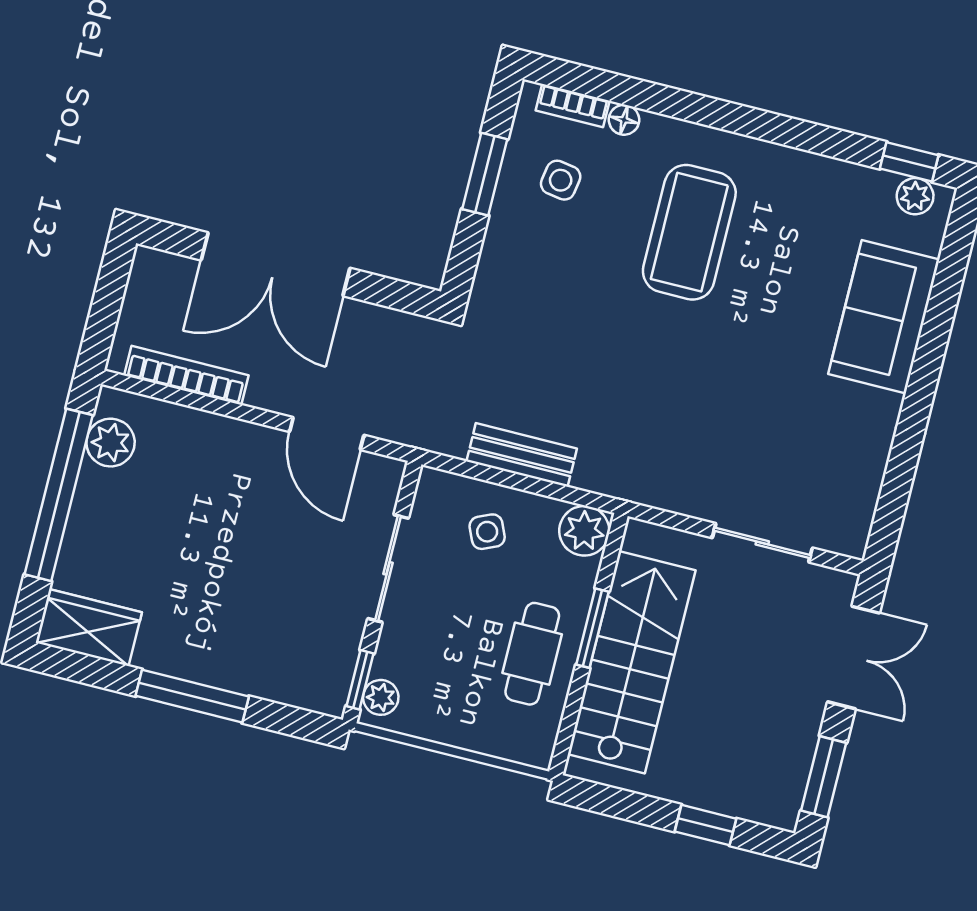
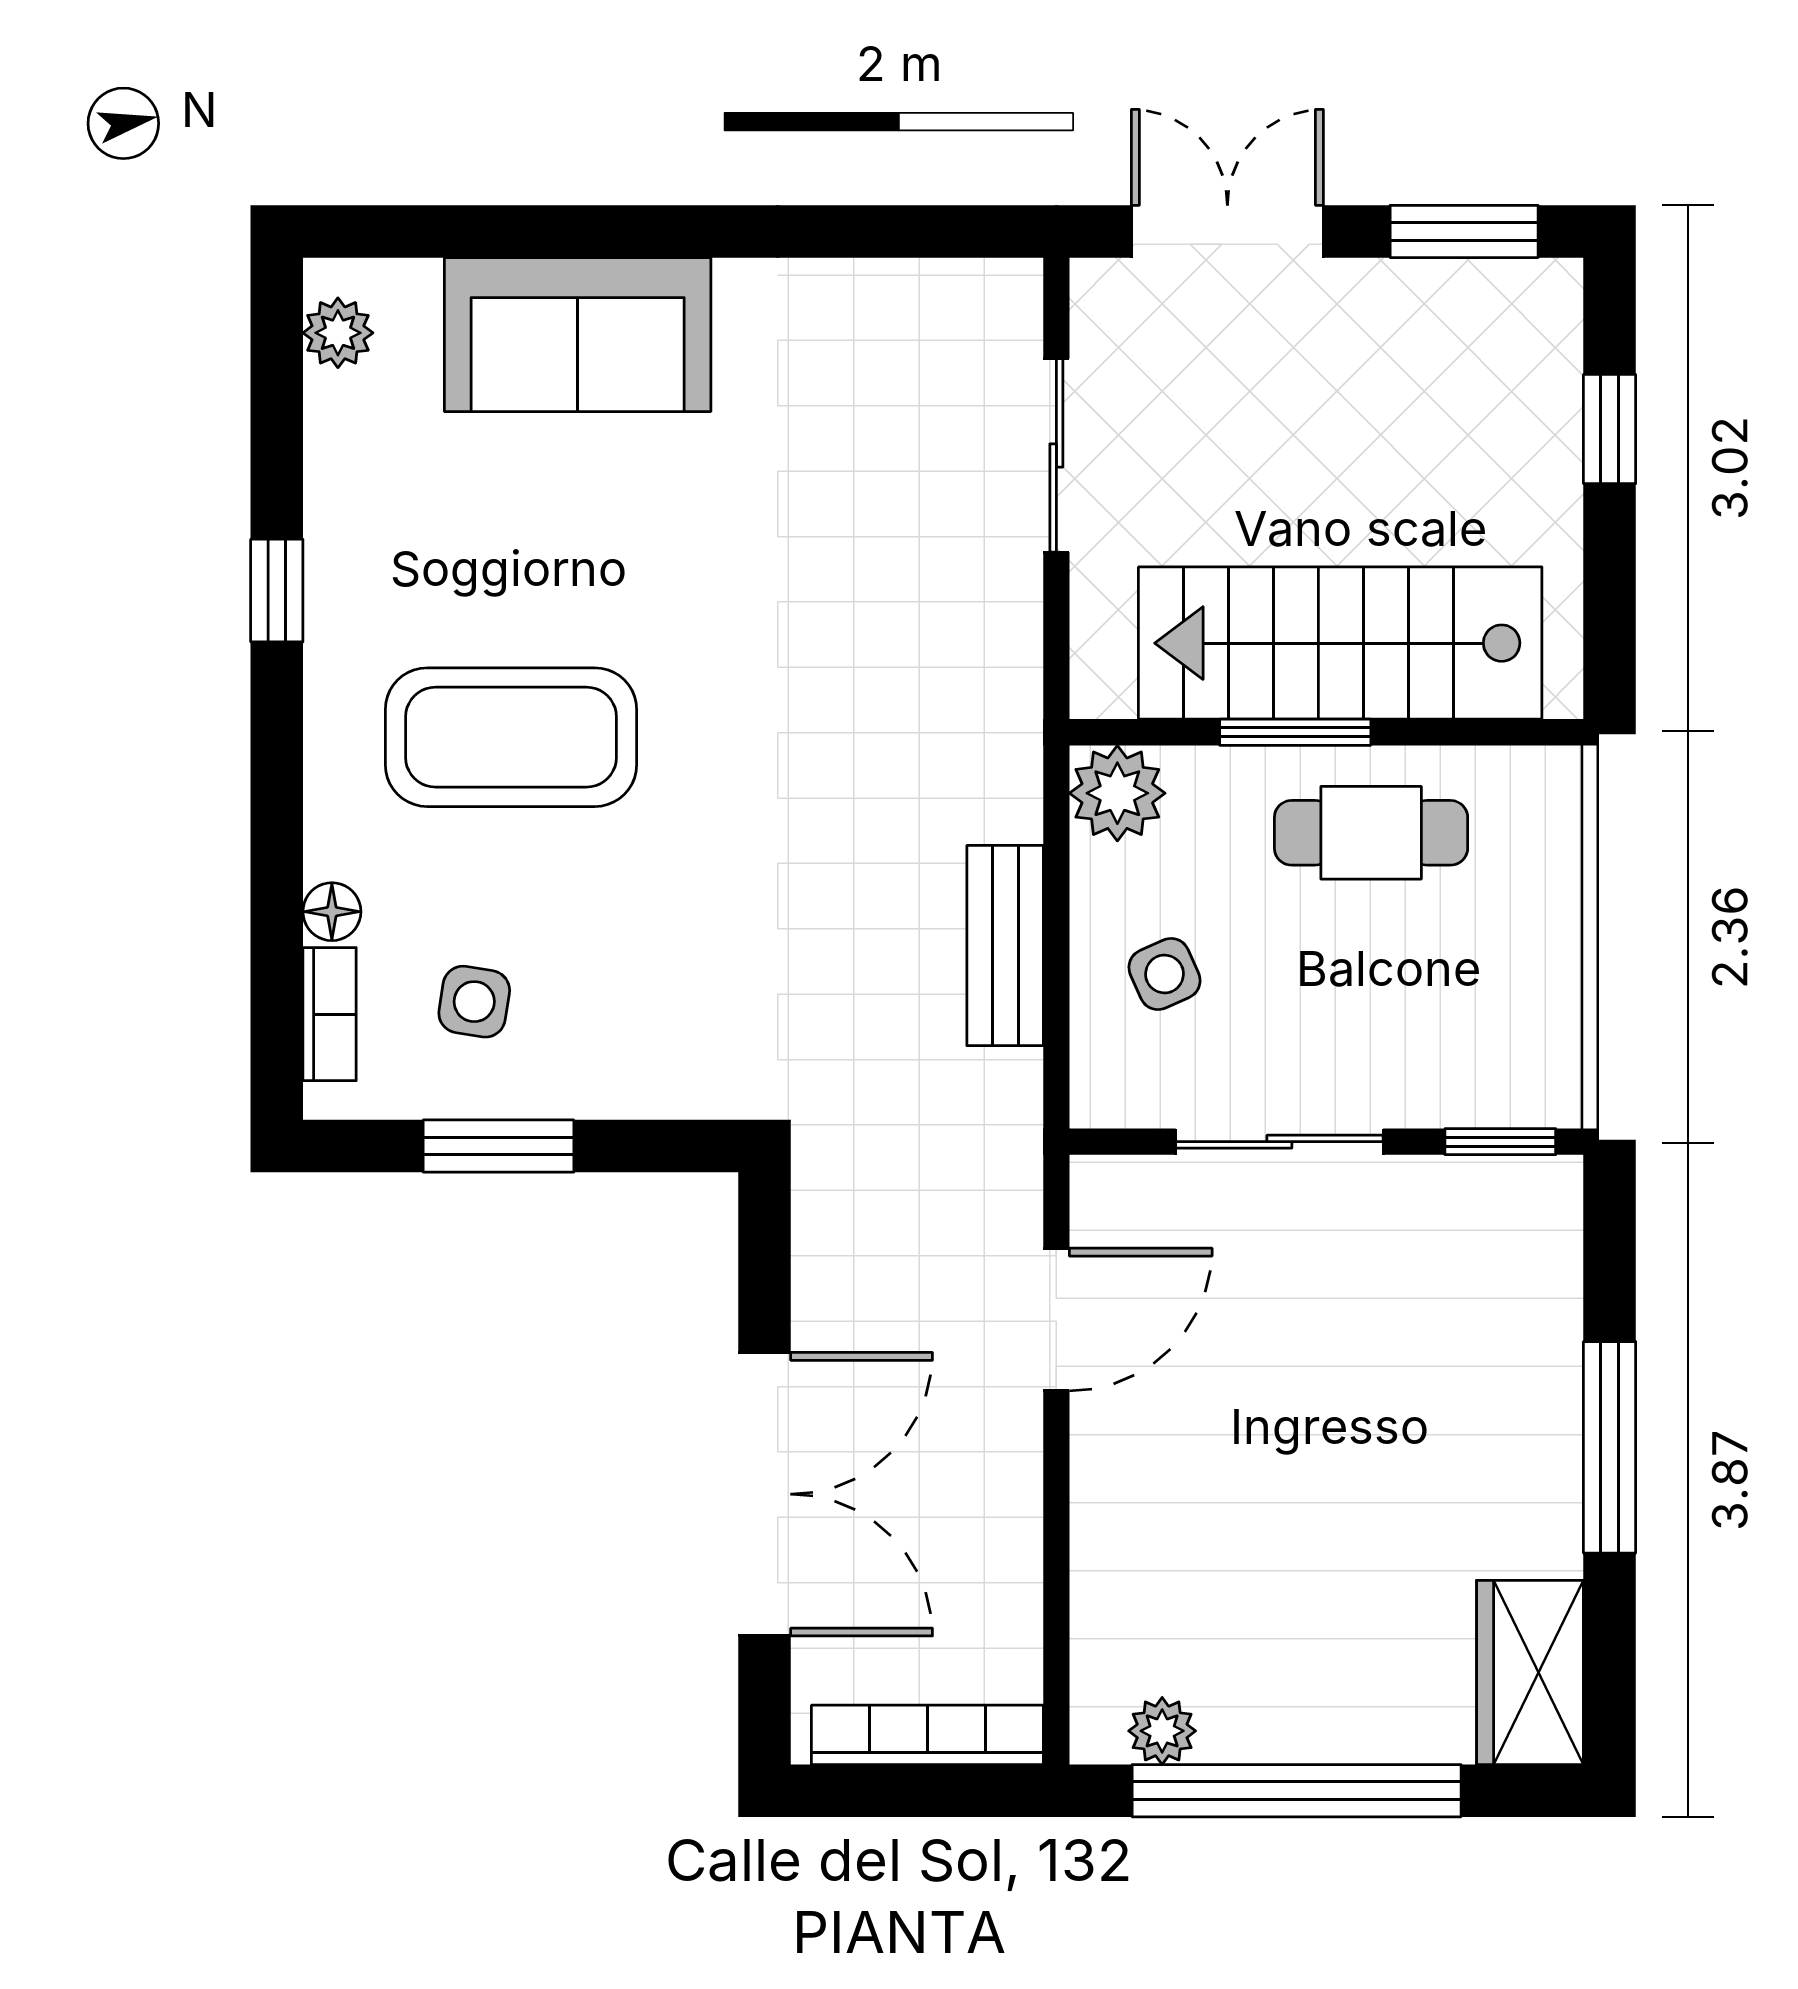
window: (909, 162) -> (277, 591), moved
bookcase: (186, 375) -> (927, 1735), moved, turned 90
plant: (111, 443) -> (1162, 1731), width x0.73, depth x0.73
plant: (381, 697) -> (1524, 1095), removed

